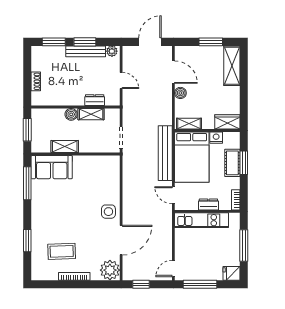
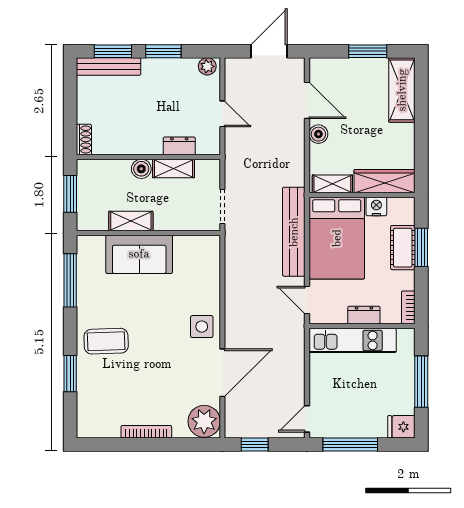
bench: (86, 51) -> (109, 67), moved
shoe rack: (36, 81) -> (84, 139), moved
wardrobe: (227, 122) -> (384, 181), width x1.50
sofa: (52, 167) -> (139, 254), moved
coffee table: (62, 251) -> (106, 341), moved

